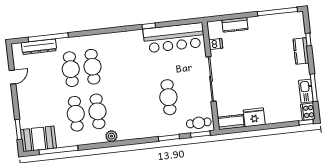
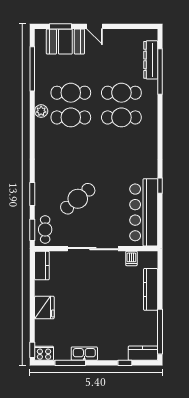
kitchen counter: (235, 25) -> (151, 289), width x1.50
kitchen counter: (301, 51) -> (143, 353), moved
door: (12, 77) -> (95, 26), moved
kitchen sink: (306, 91) -> (84, 354), moved
cafe table: (168, 97) -> (78, 199), turned -40
fridge: (254, 117) -> (44, 308), moved
plant: (111, 136) -> (41, 111), moved
booth: (38, 139) -> (65, 42), moved, turned 90

